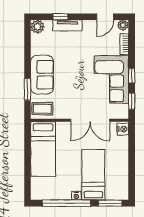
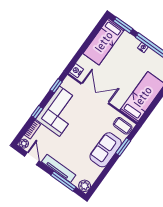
window: (60, 17) -> (63, 181), width x2.17
door: (105, 17) -> (32, 159), hinge flipped
tv unit: (68, 26) -> (59, 168), width x1.41
window: (132, 76) -> (37, 112), moved
bed: (93, 175) -> (104, 42), moved

